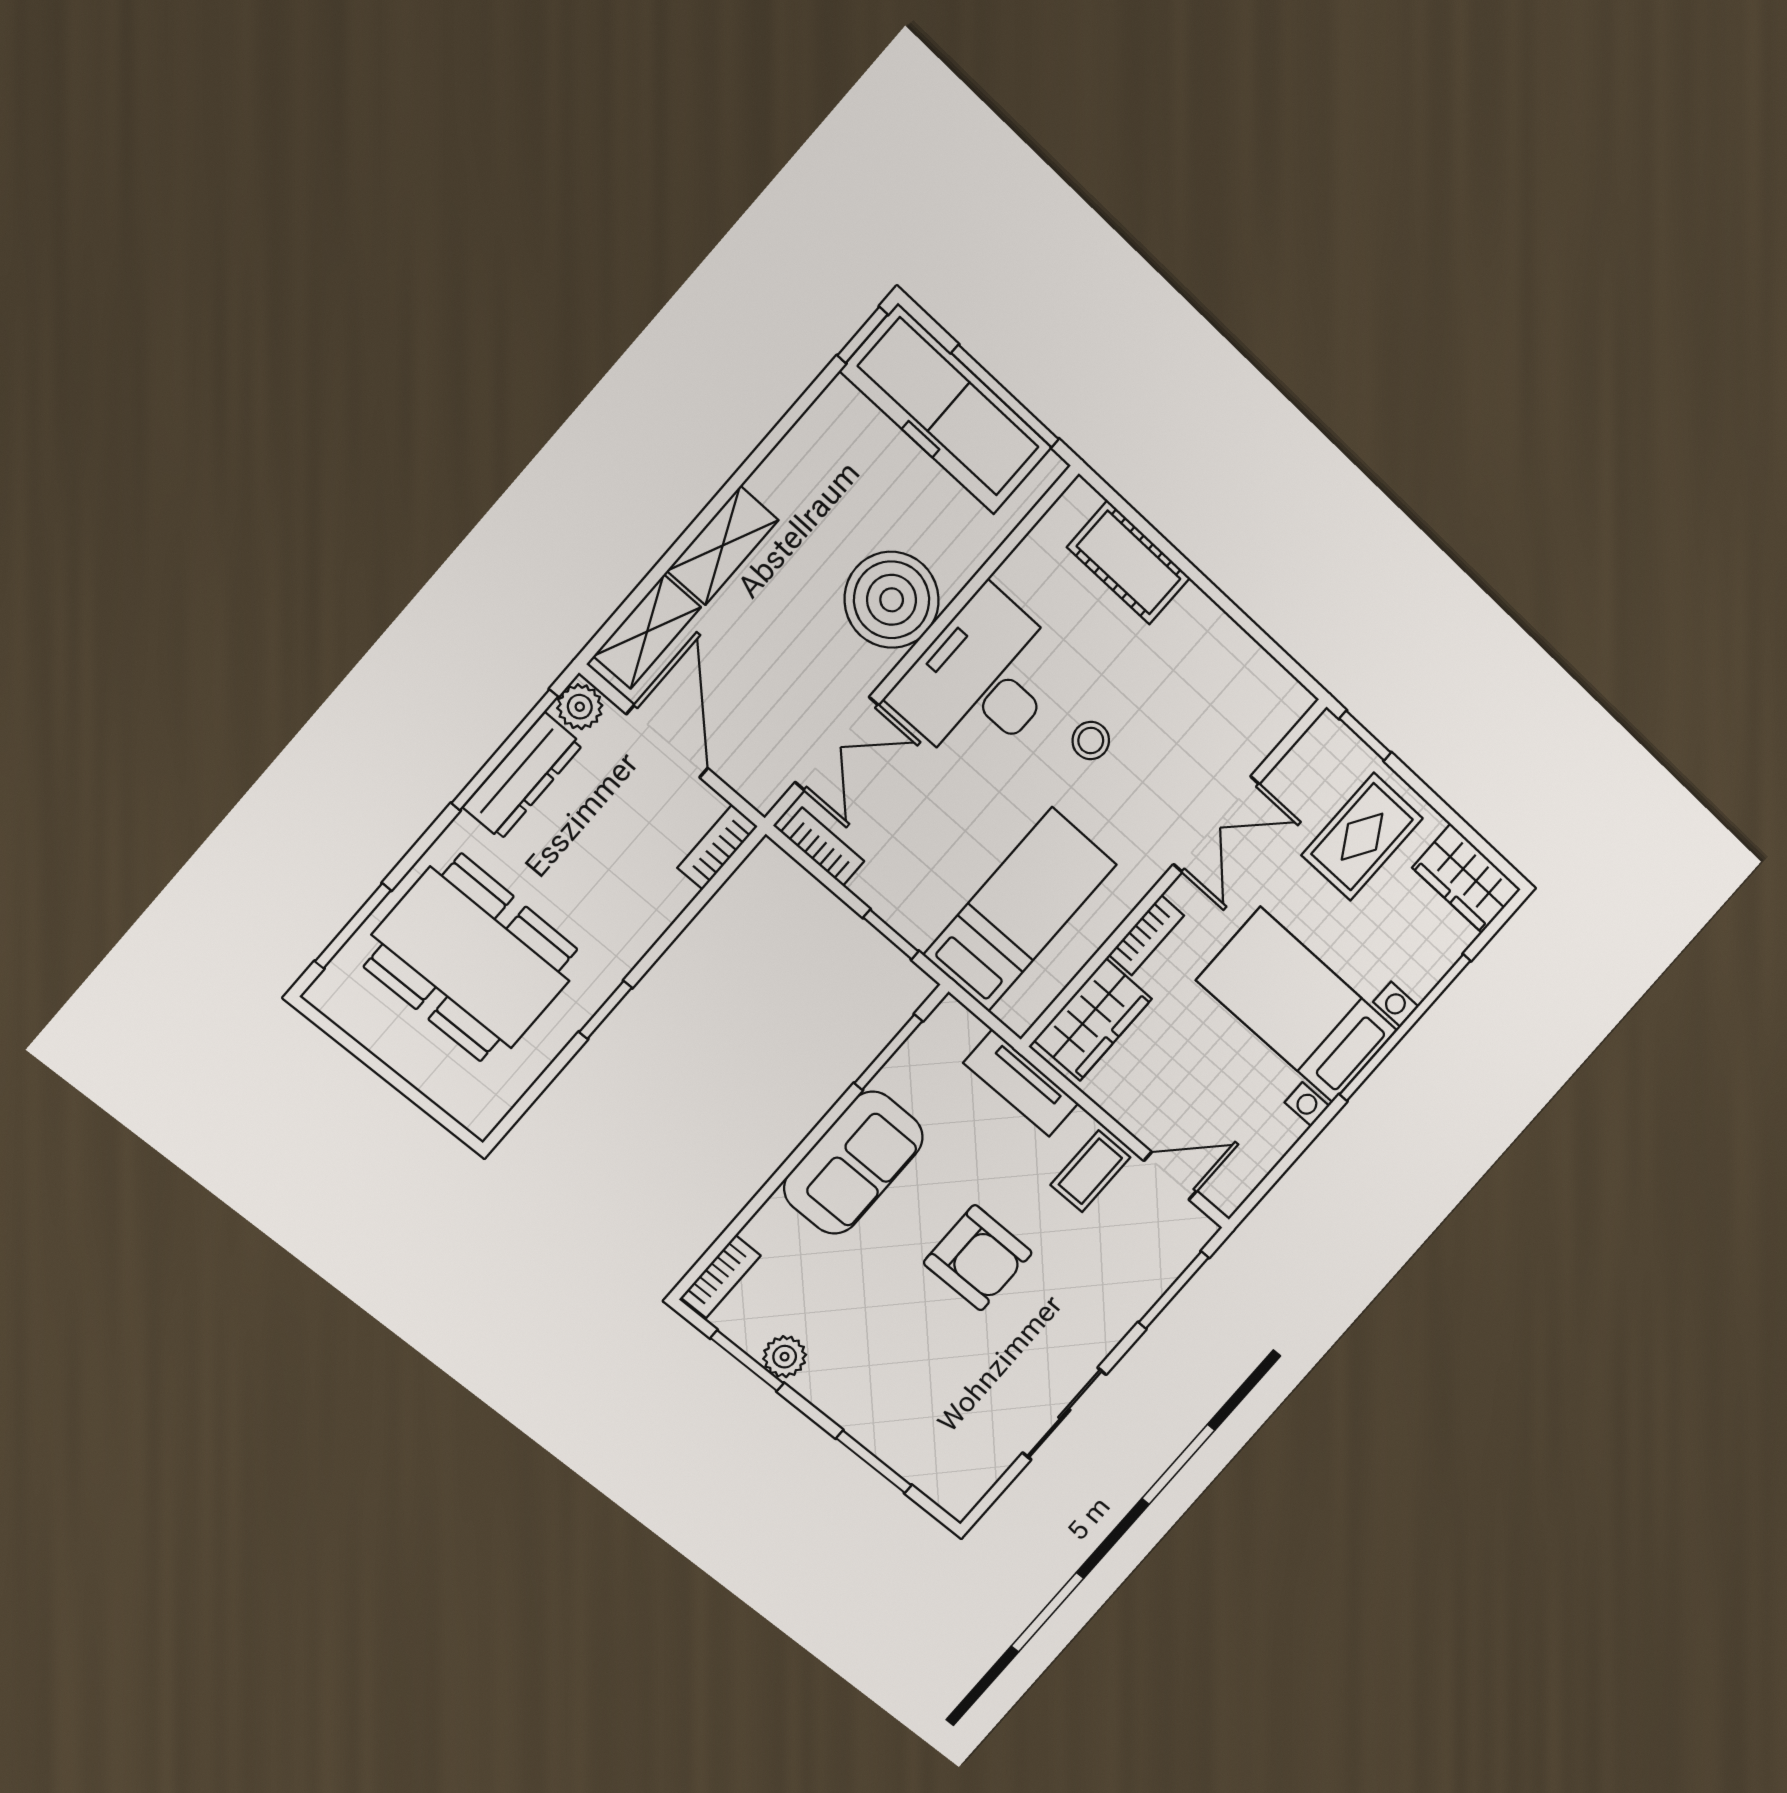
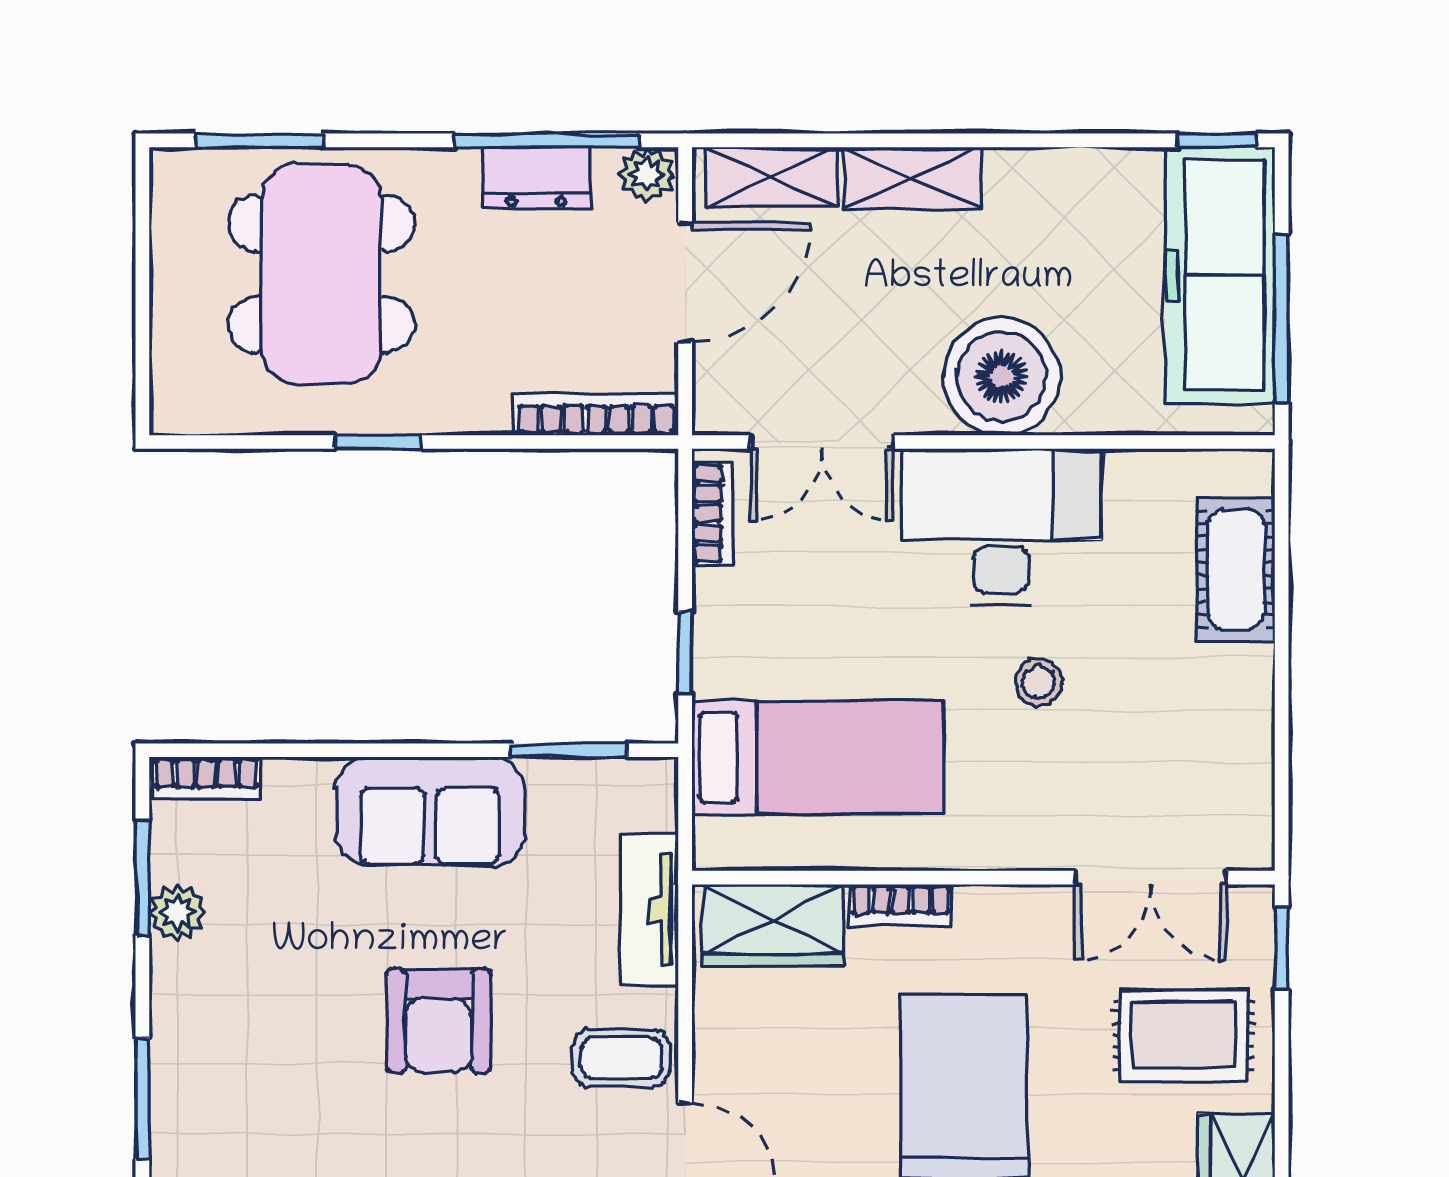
dresser: (523, 776) -> (536, 178), width x0.70
double door: (1216, 824) -> (1151, 878), moved
bookcase: (717, 847) -> (596, 414), width x1.56

